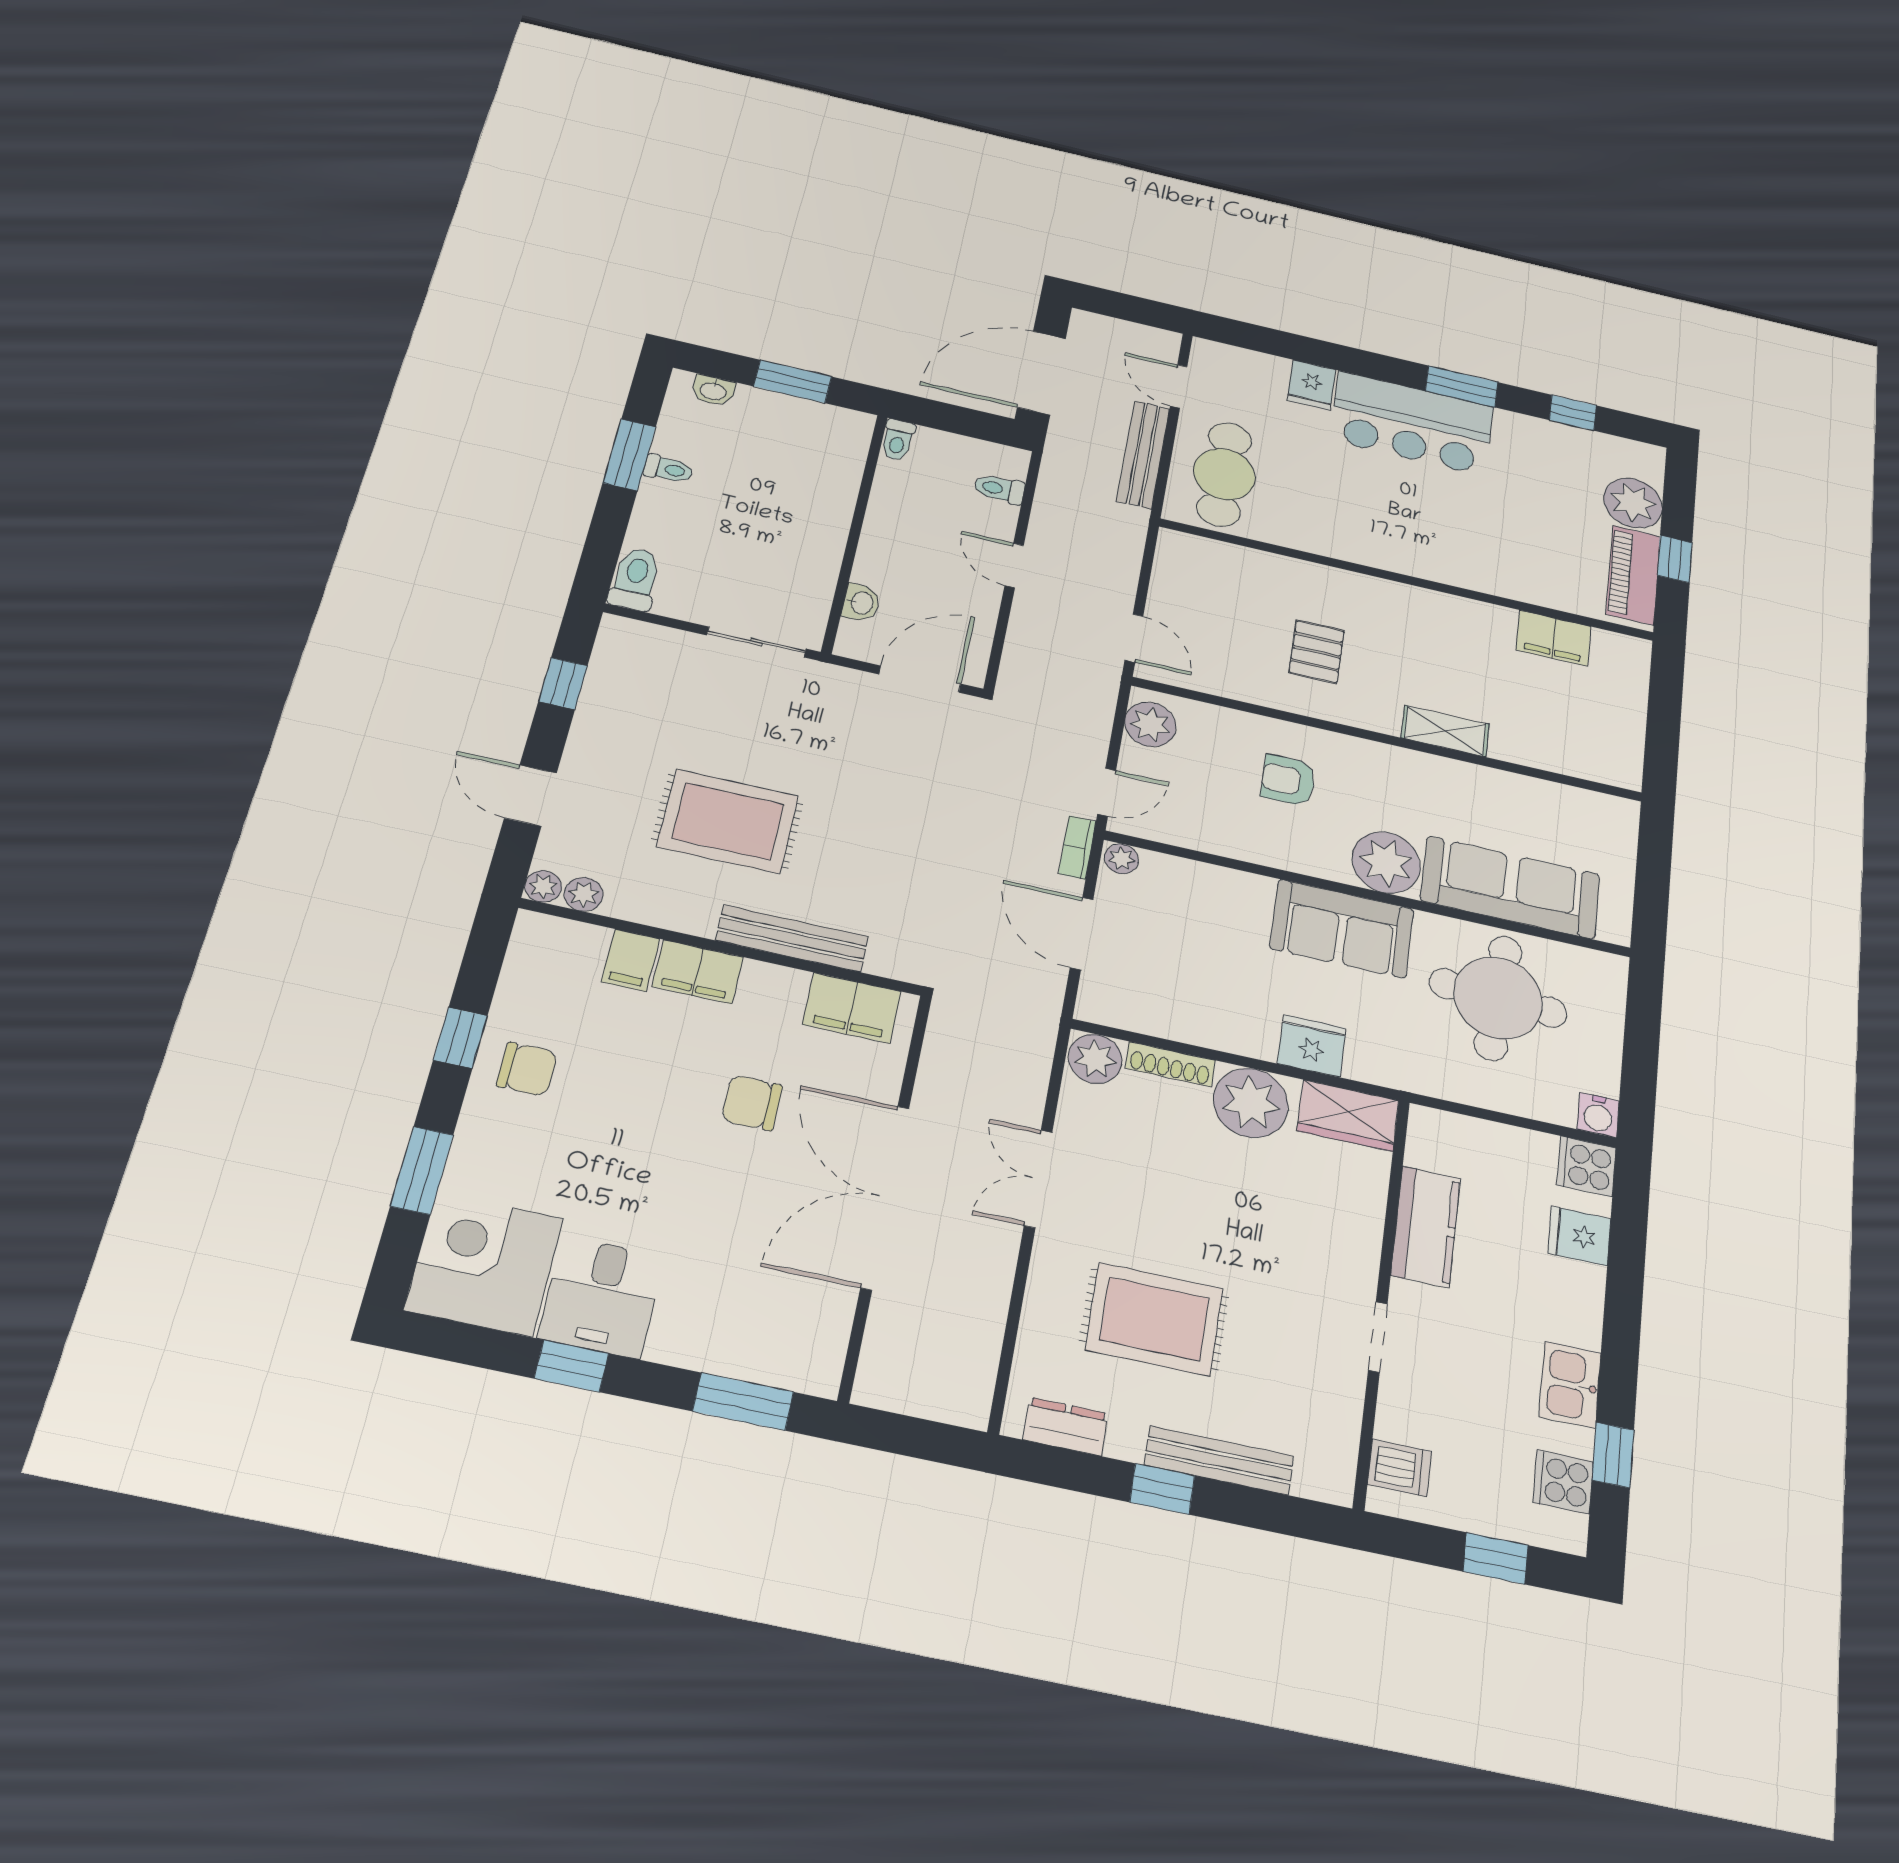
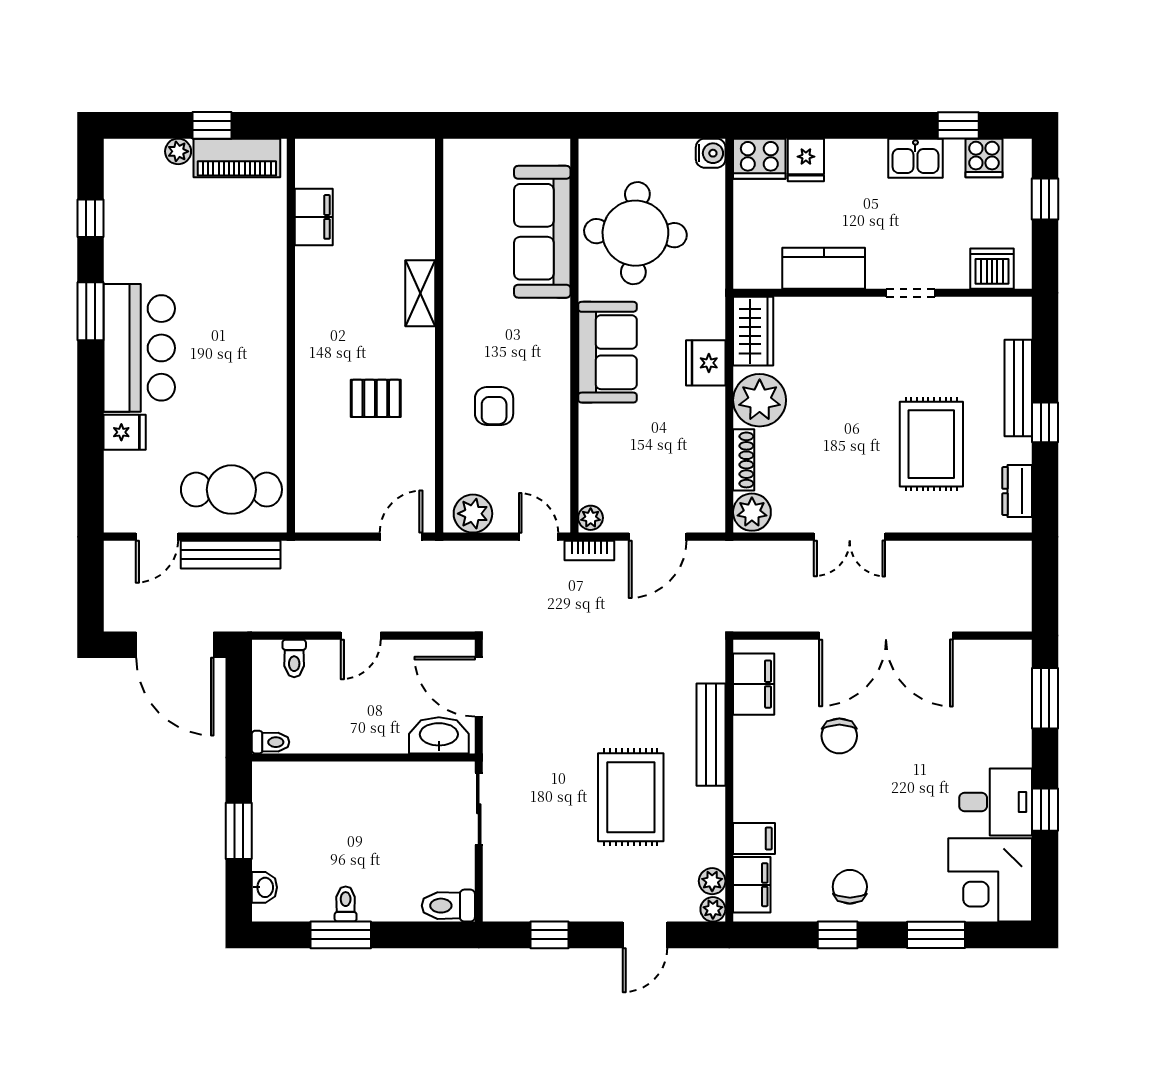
plant: (1633, 503) -> (178, 151), width x0.53, depth x0.53
washbasin: (861, 603) -> (439, 735), width x1.91, depth x1.45
plant: (1386, 863) -> (545, 326), removed
filing cabinet: (698, 972) -> (752, 885), moved
cooker: (1586, 1166) -> (759, 159), width x1.36
dishwasher: (1399, 1468) -> (992, 269), width x1.38

